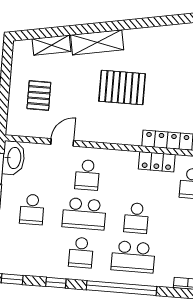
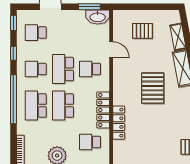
locker: (157, 162) -> (103, 110), width x1.53
school desk: (32, 209) -> (36, 33), moved
school desk: (136, 218) -> (63, 106), width x1.85

